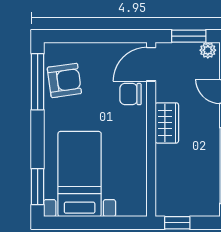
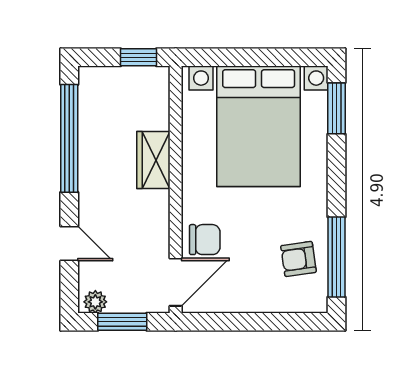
armchair: (64, 80) -> (299, 259), width x0.72, depth x0.72
wardrobe: (167, 123) -> (153, 160), moved
bed with nightstands: (80, 174) -> (259, 126), width x1.36

